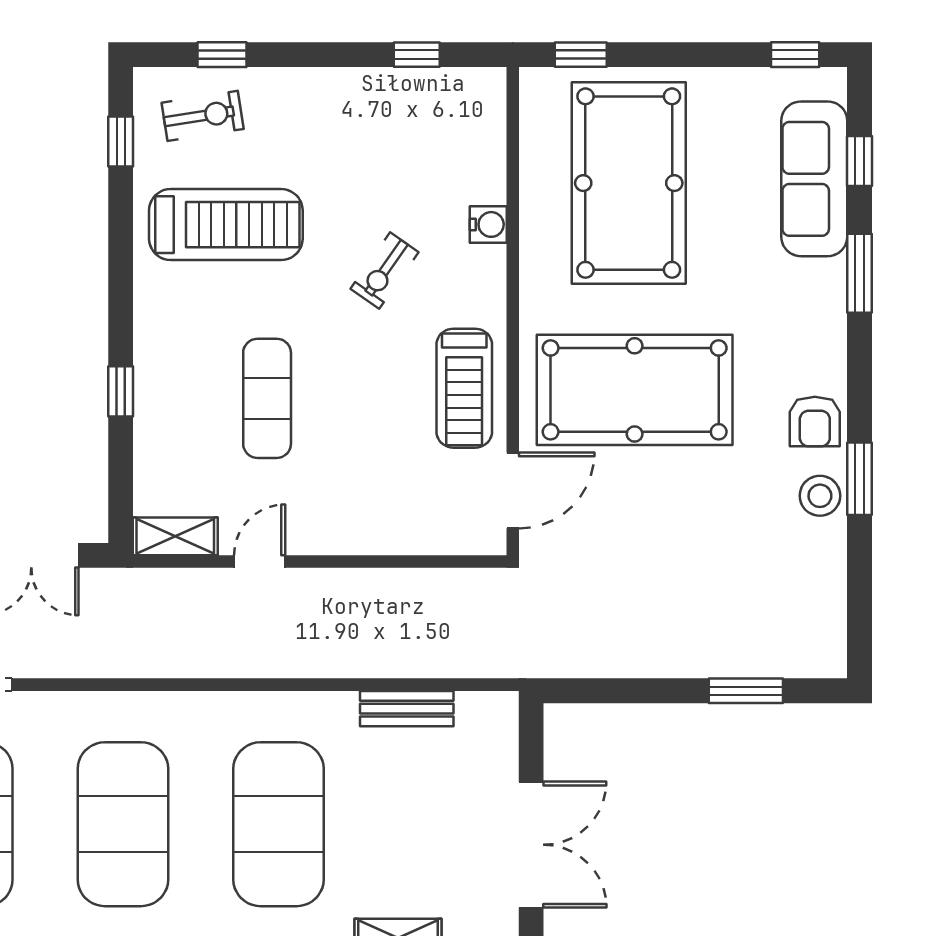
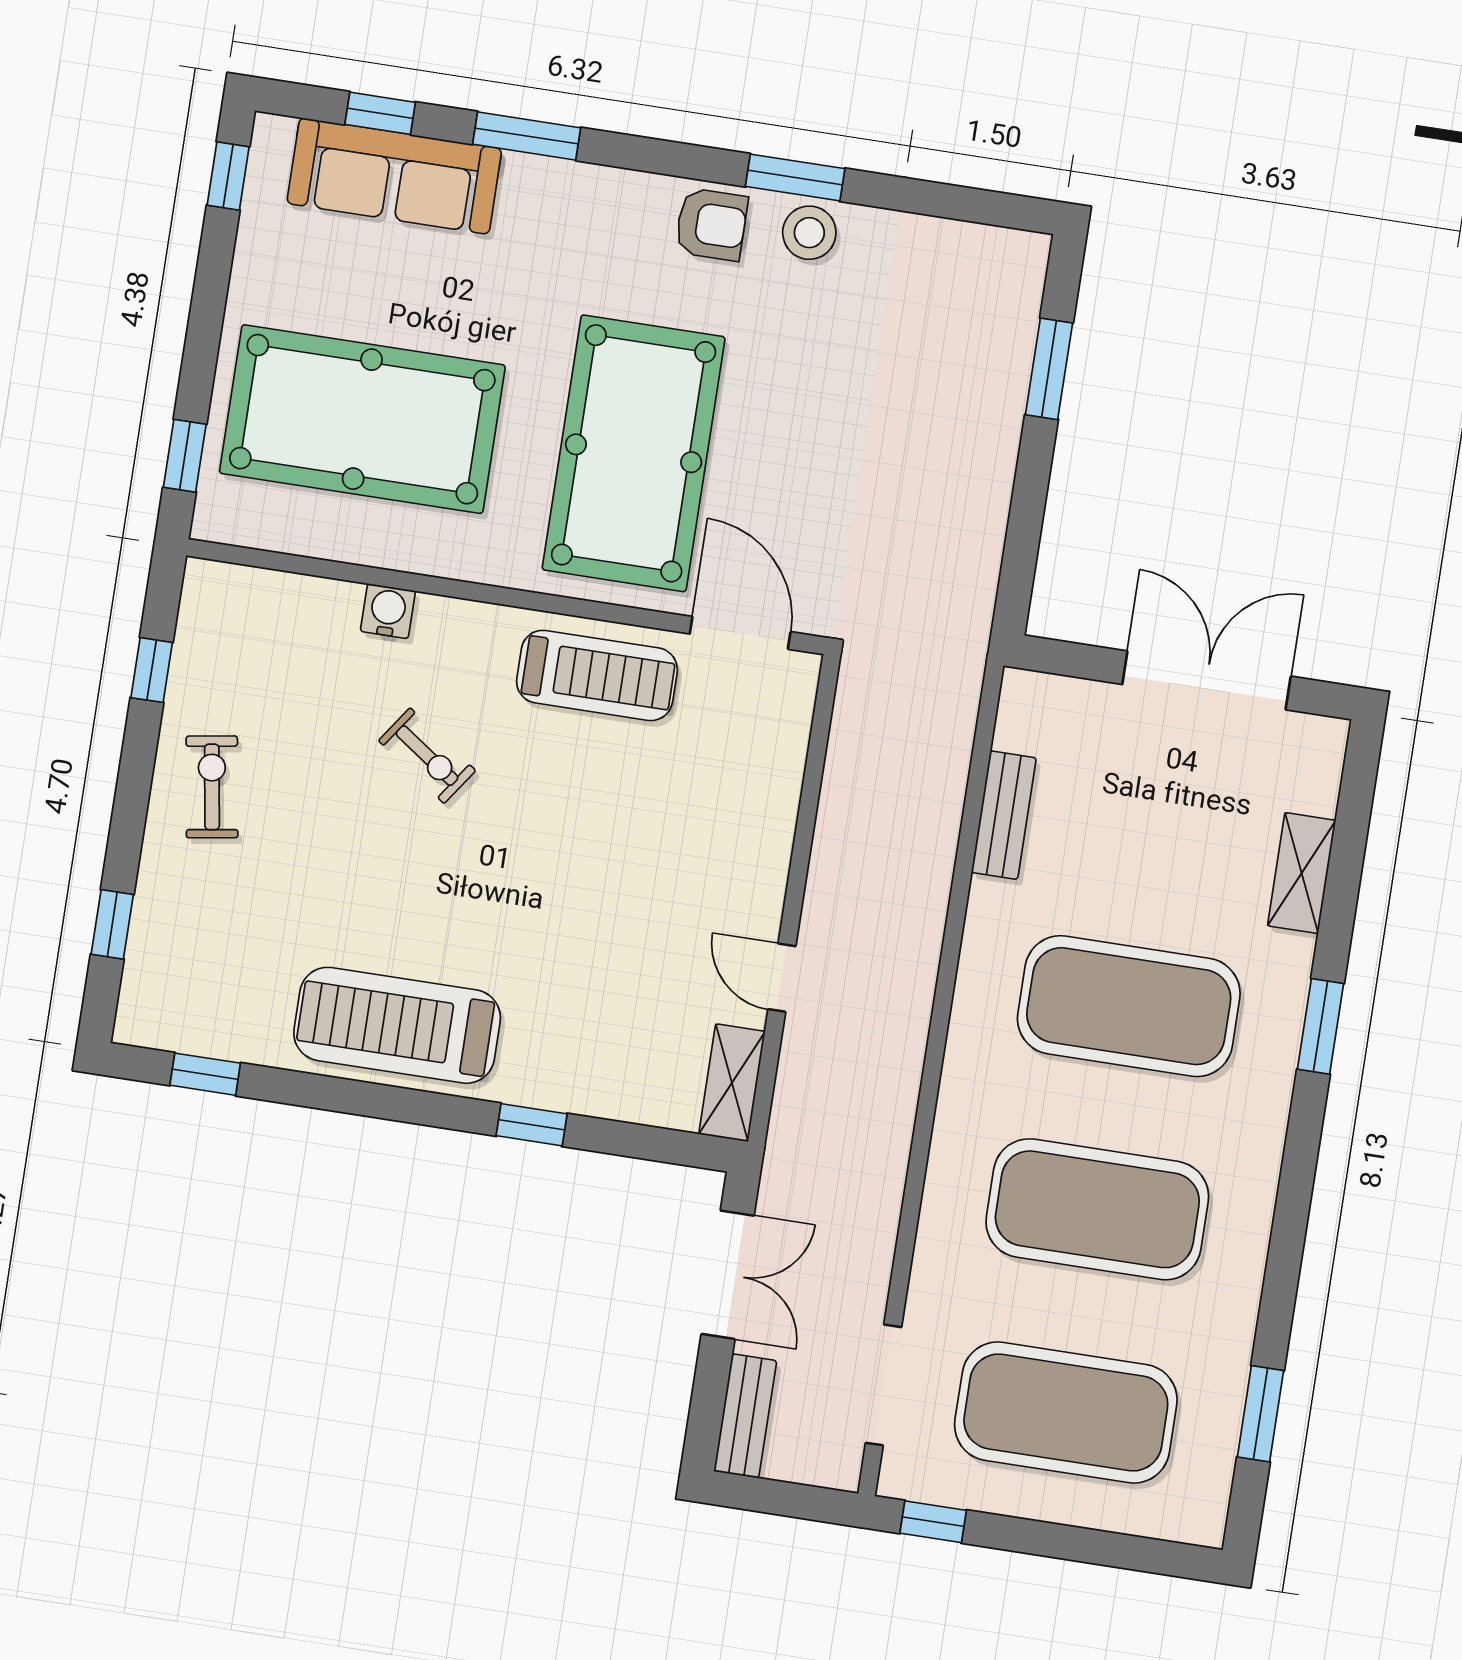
exercise bike: (203, 116) -> (212, 787), moved
treadmill: (226, 225) -> (397, 1025), moved, turned -90
exercise mat: (267, 398) -> (570, 935), removed

